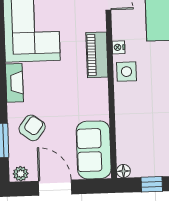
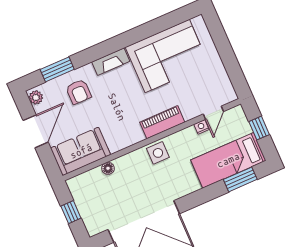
nightstand: (119, 47) -> (201, 127), moved
armchair: (32, 128) -> (79, 92), turned 53
floor lamp: (123, 171) -> (108, 168), moved

